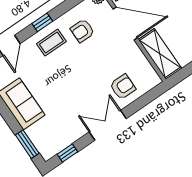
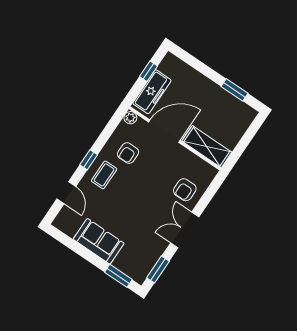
armchair: (123, 87) -> (185, 190), turned 180
window: (67, 153) -> (158, 270), width x1.50

